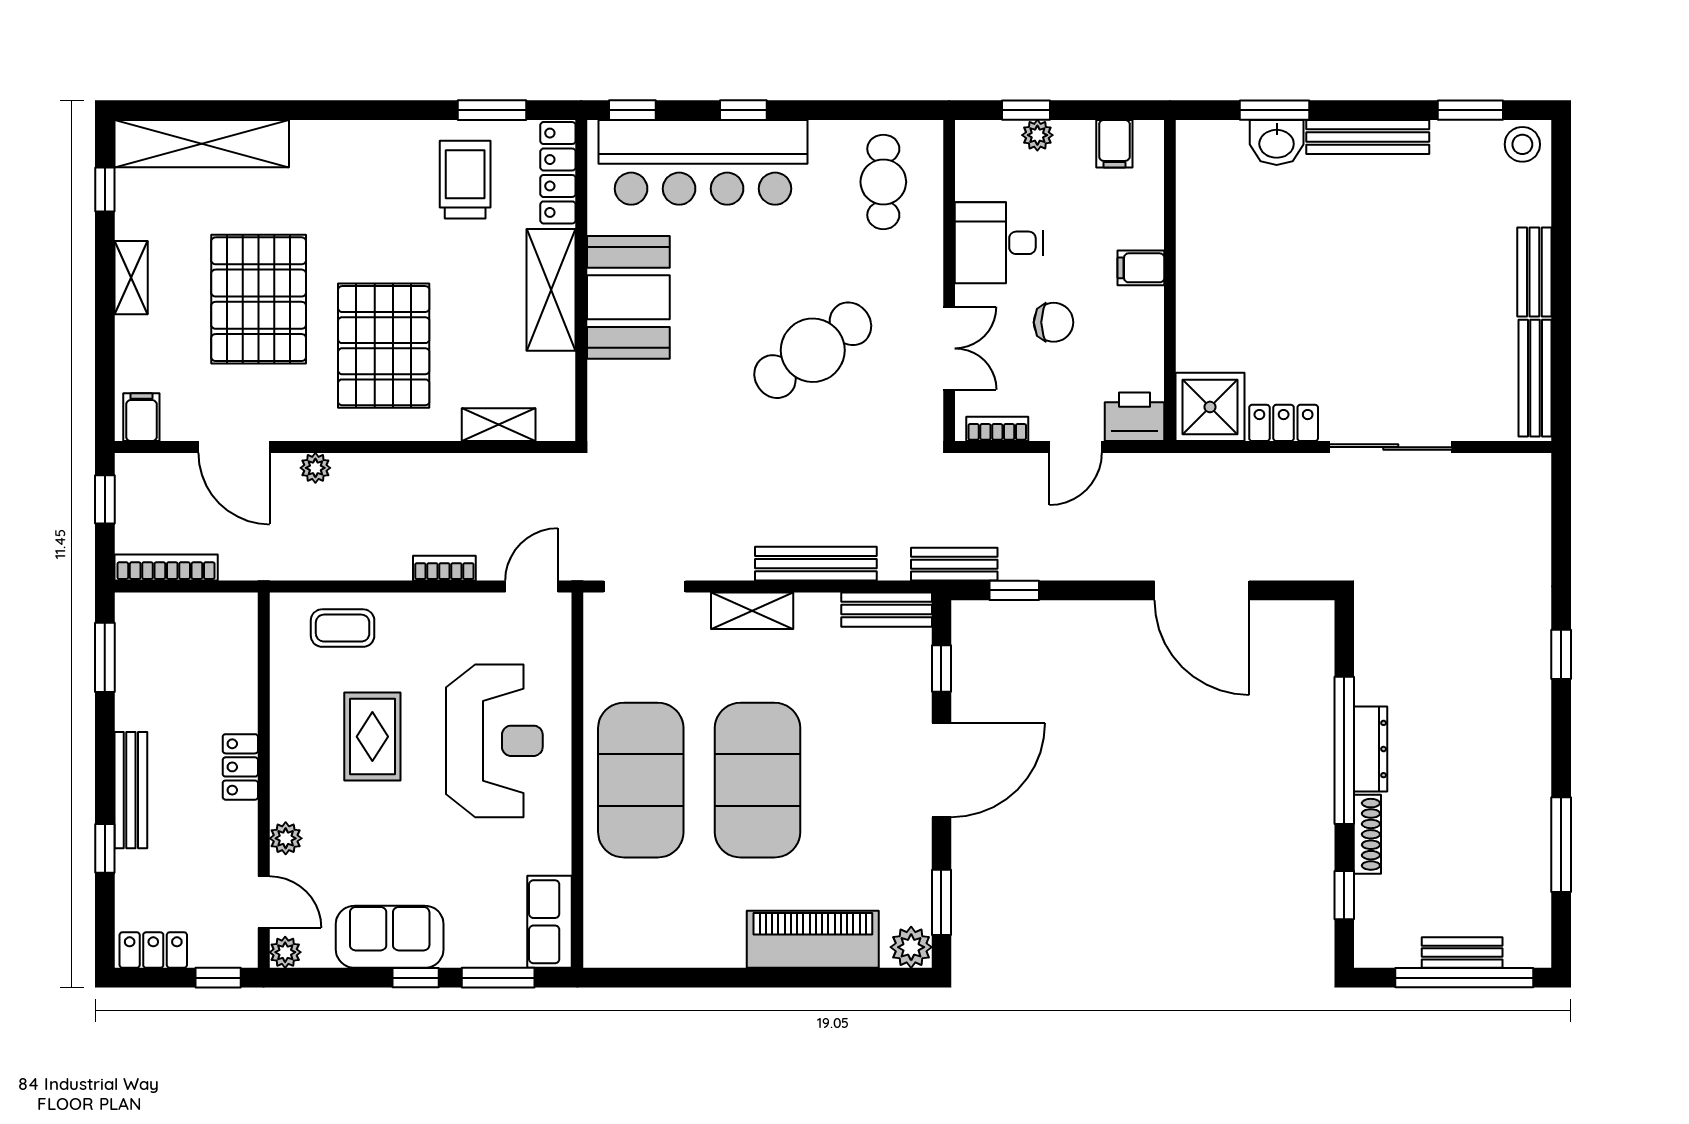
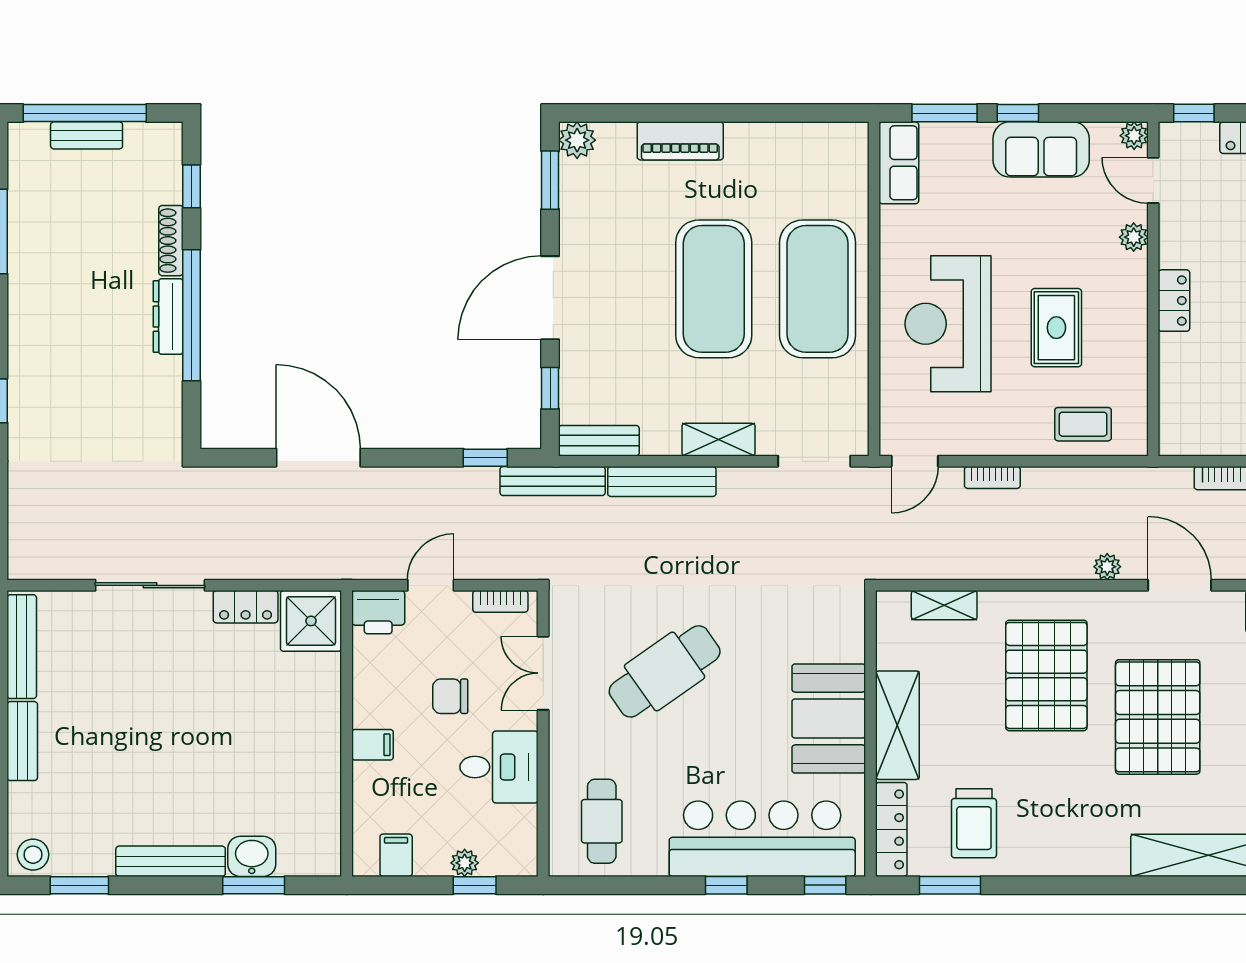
bench: (954, 564) -> (553, 481), width x1.36
piano: (813, 939) -> (680, 141), width x0.73, depth x0.75

